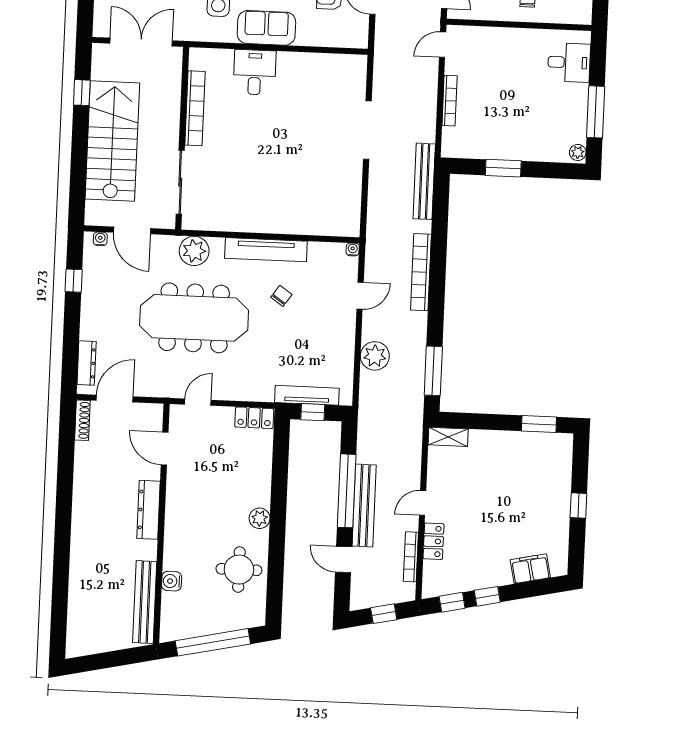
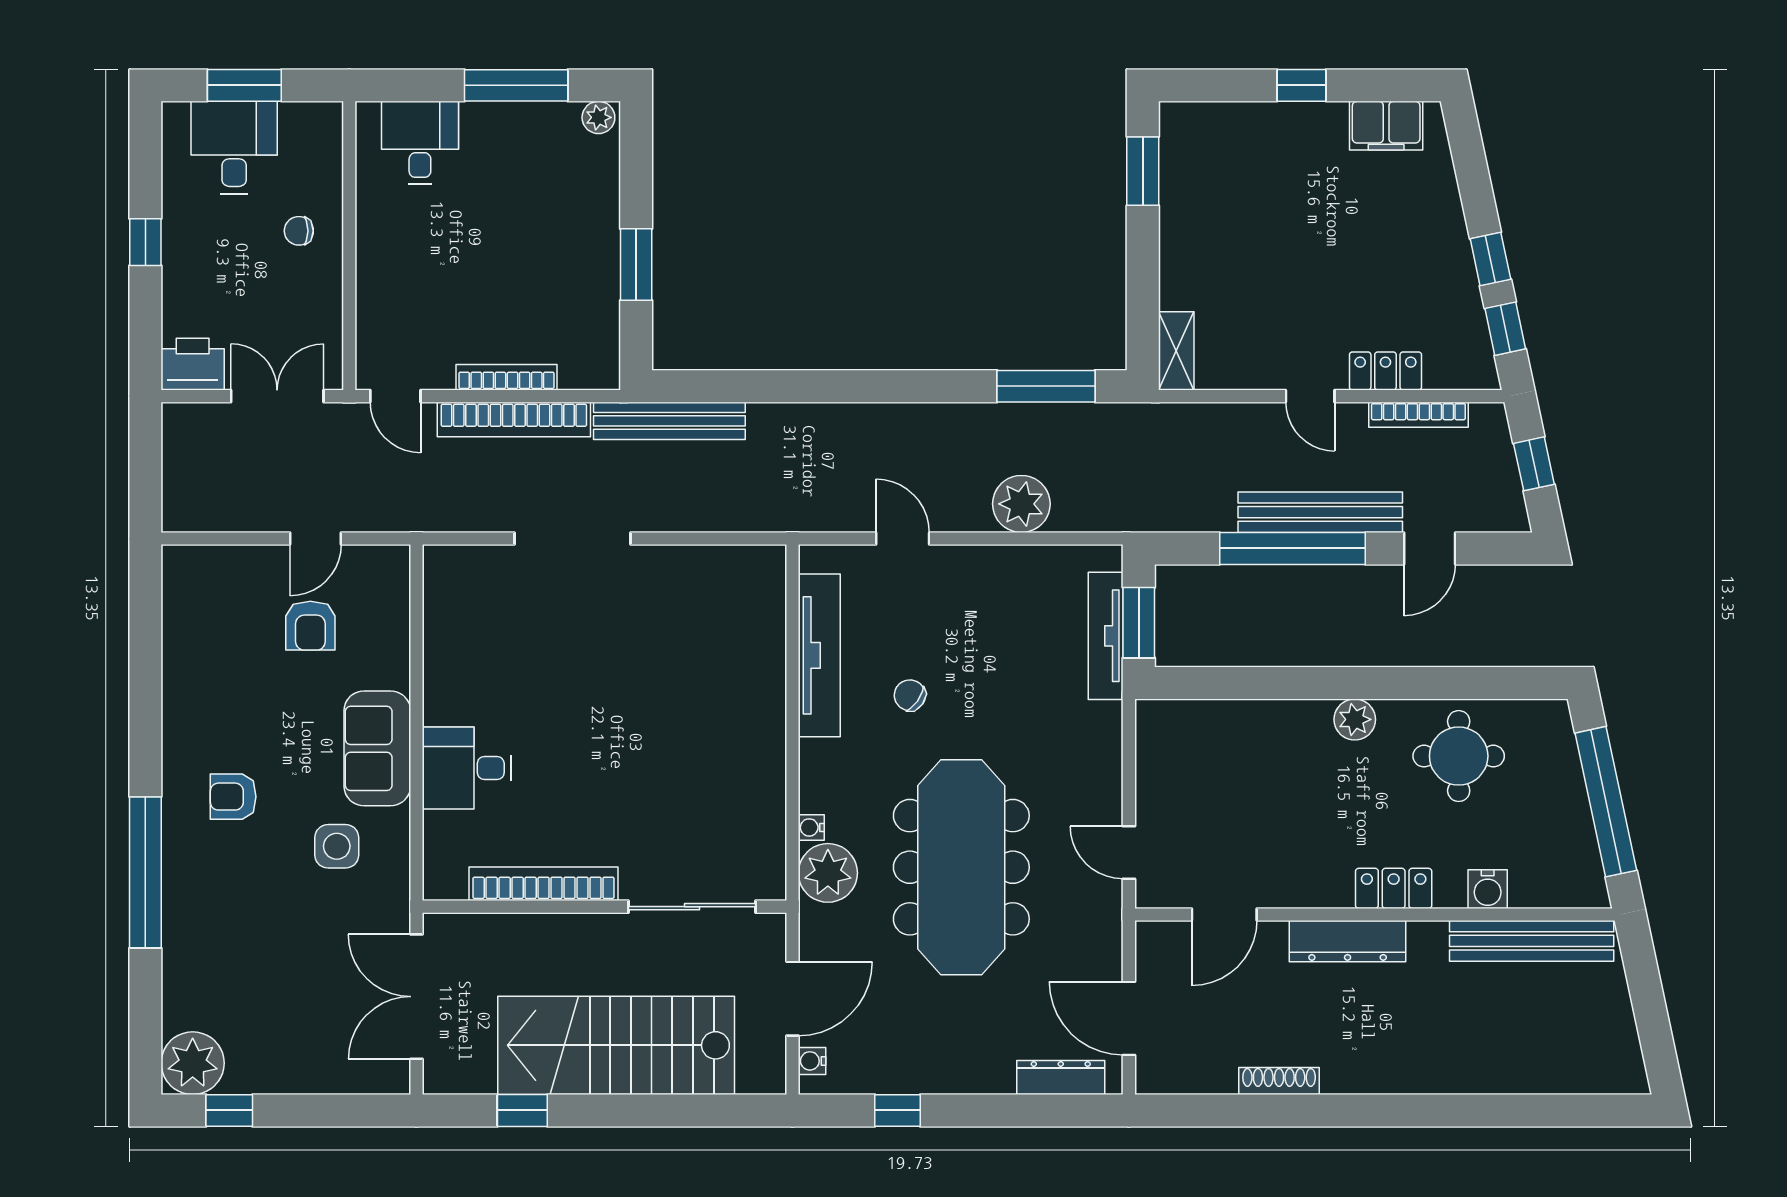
water cooler: (353, 249) -> (811, 827), moved
tv unit: (266, 250) -> (819, 655), moved
bookcase: (421, 272) -> (514, 419), moved
window: (313, 412) -> (1139, 623), width x1.50
locker: (254, 418) -> (1394, 888), moved, turned -90
shoe rack: (82, 420) -> (1279, 1081), moved
filing cabinet: (530, 569) -> (1386, 126), moved, turned -78

